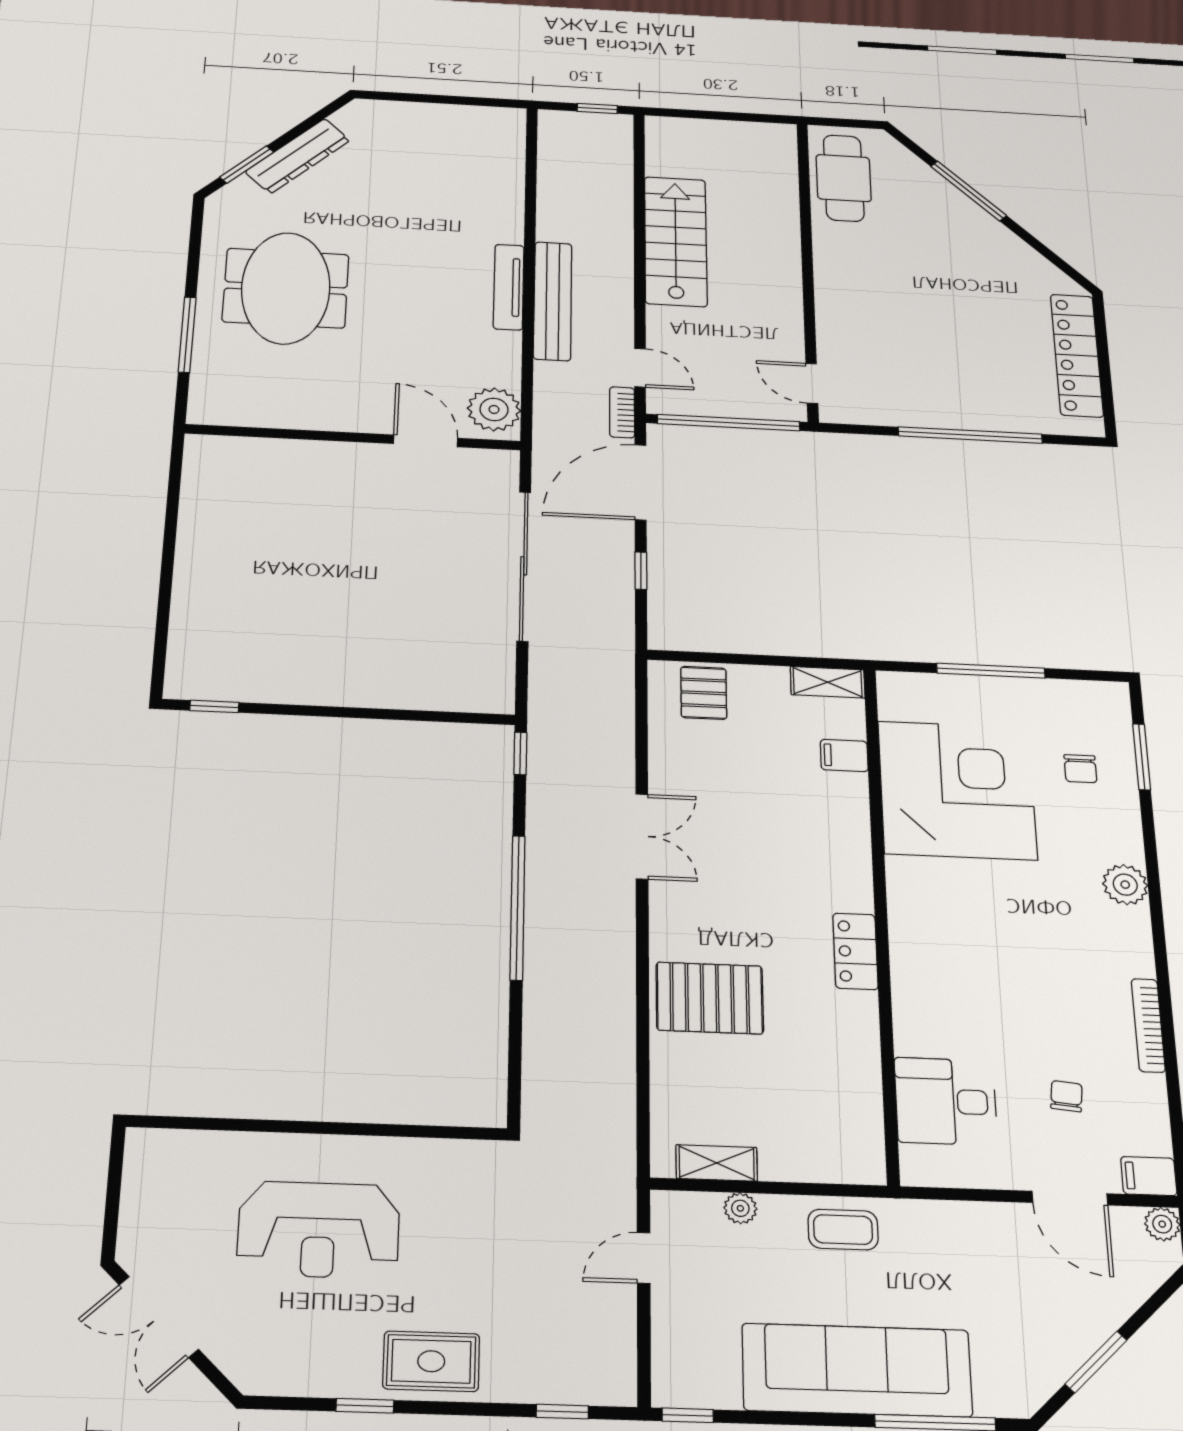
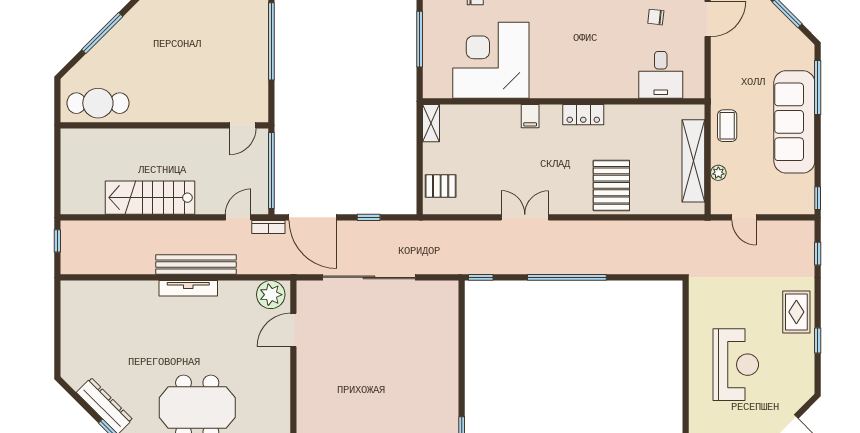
filing cabinet: (844, 755) -> (530, 116), moved
shelving: (717, 1163) -> (693, 161), width x2.20, depth x1.33

